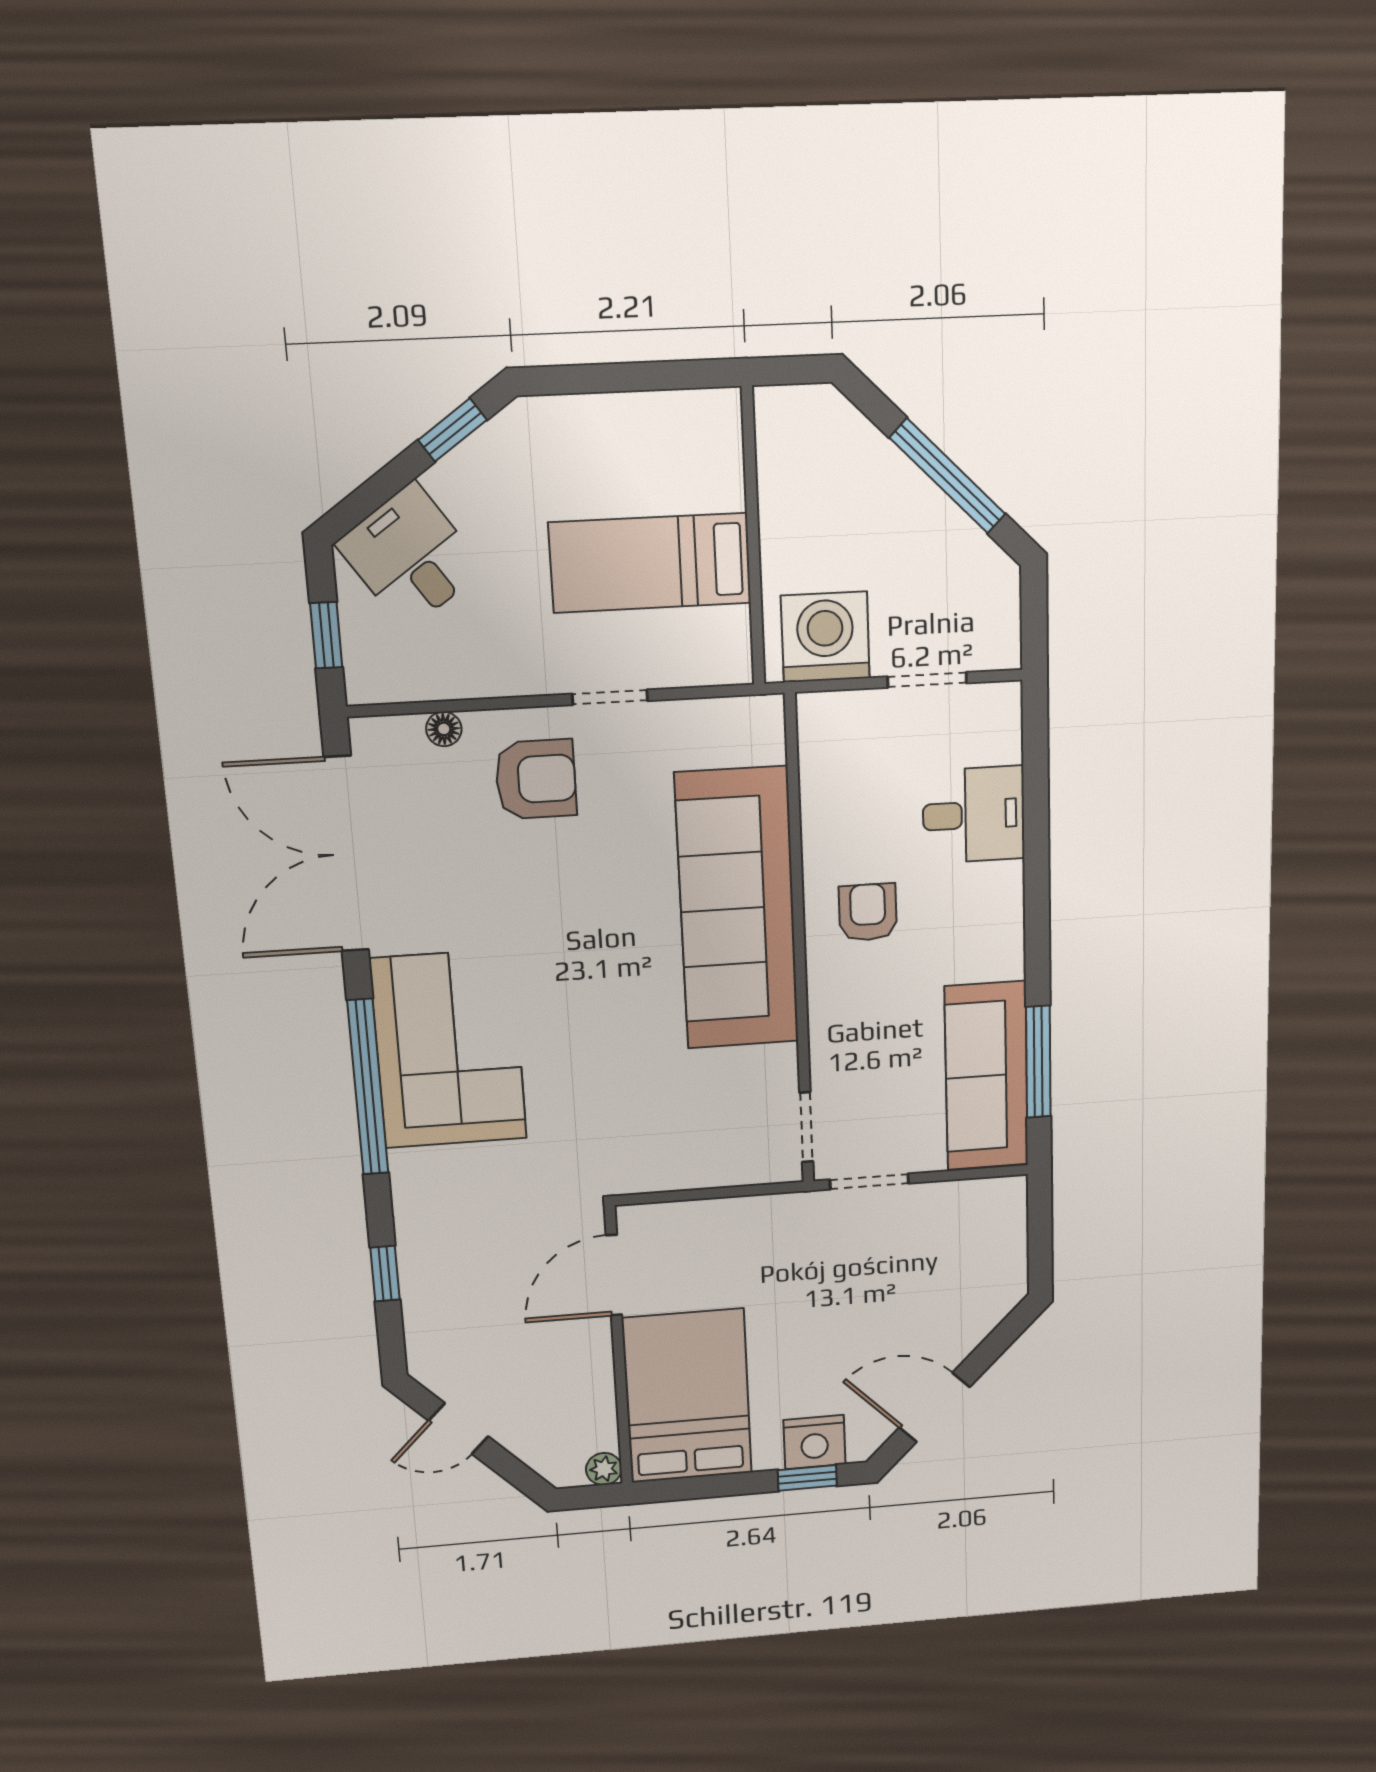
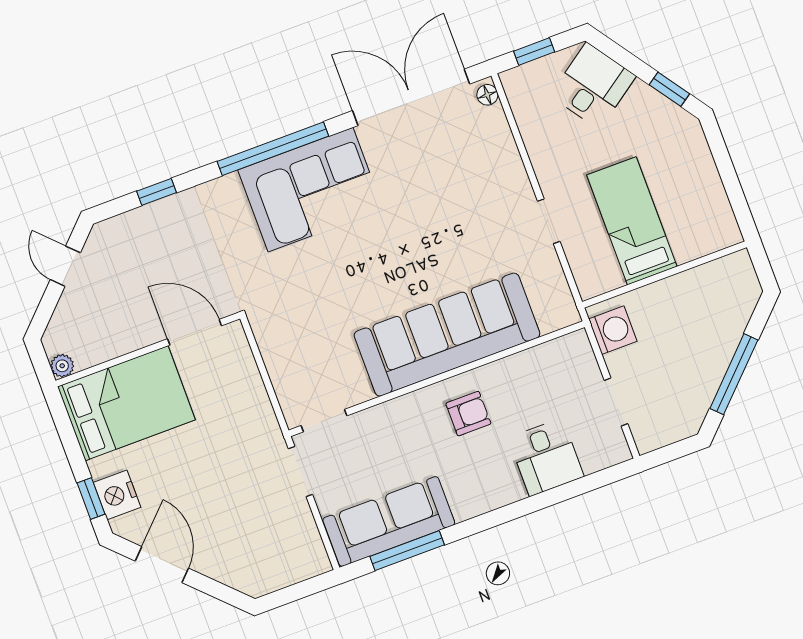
washing machine: (825, 637) -> (613, 330), width x0.73, depth x0.73
floor lamp: (444, 729) -> (487, 95), moved
armchair: (536, 779) -> (488, 193), removed

